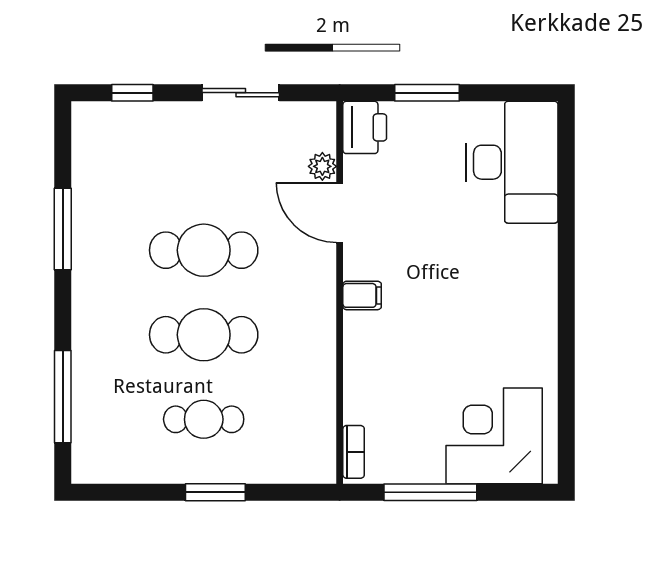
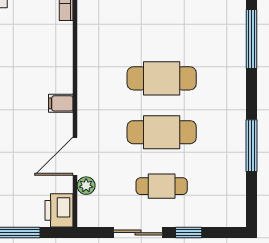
window: (132, 93) -> (189, 233), moved
door: (340, 213) -> (75, 156), swing flipped
cafe table: (204, 419) -> (162, 186), moved

